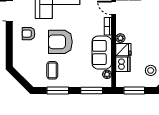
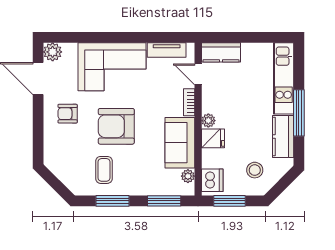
dishwasher: (123, 64) -> (212, 180), moved

